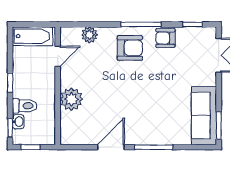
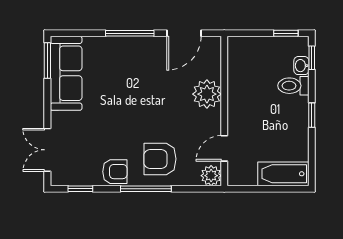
door: (58, 56) -> (224, 148), moved
wall: (58, 86) -> (224, 111), moved
plant: (71, 99) -> (207, 94), moved

